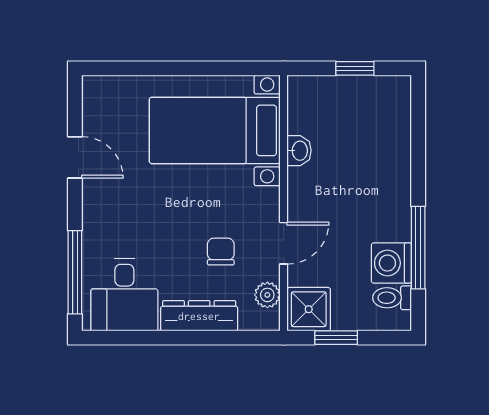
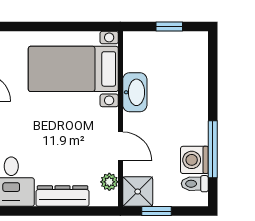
washbasin: (299, 151) -> (135, 92), width x1.91, depth x1.45
door: (284, 243) -> (120, 146), hinge flipped
chair: (221, 252) -> (77, 152), removed

